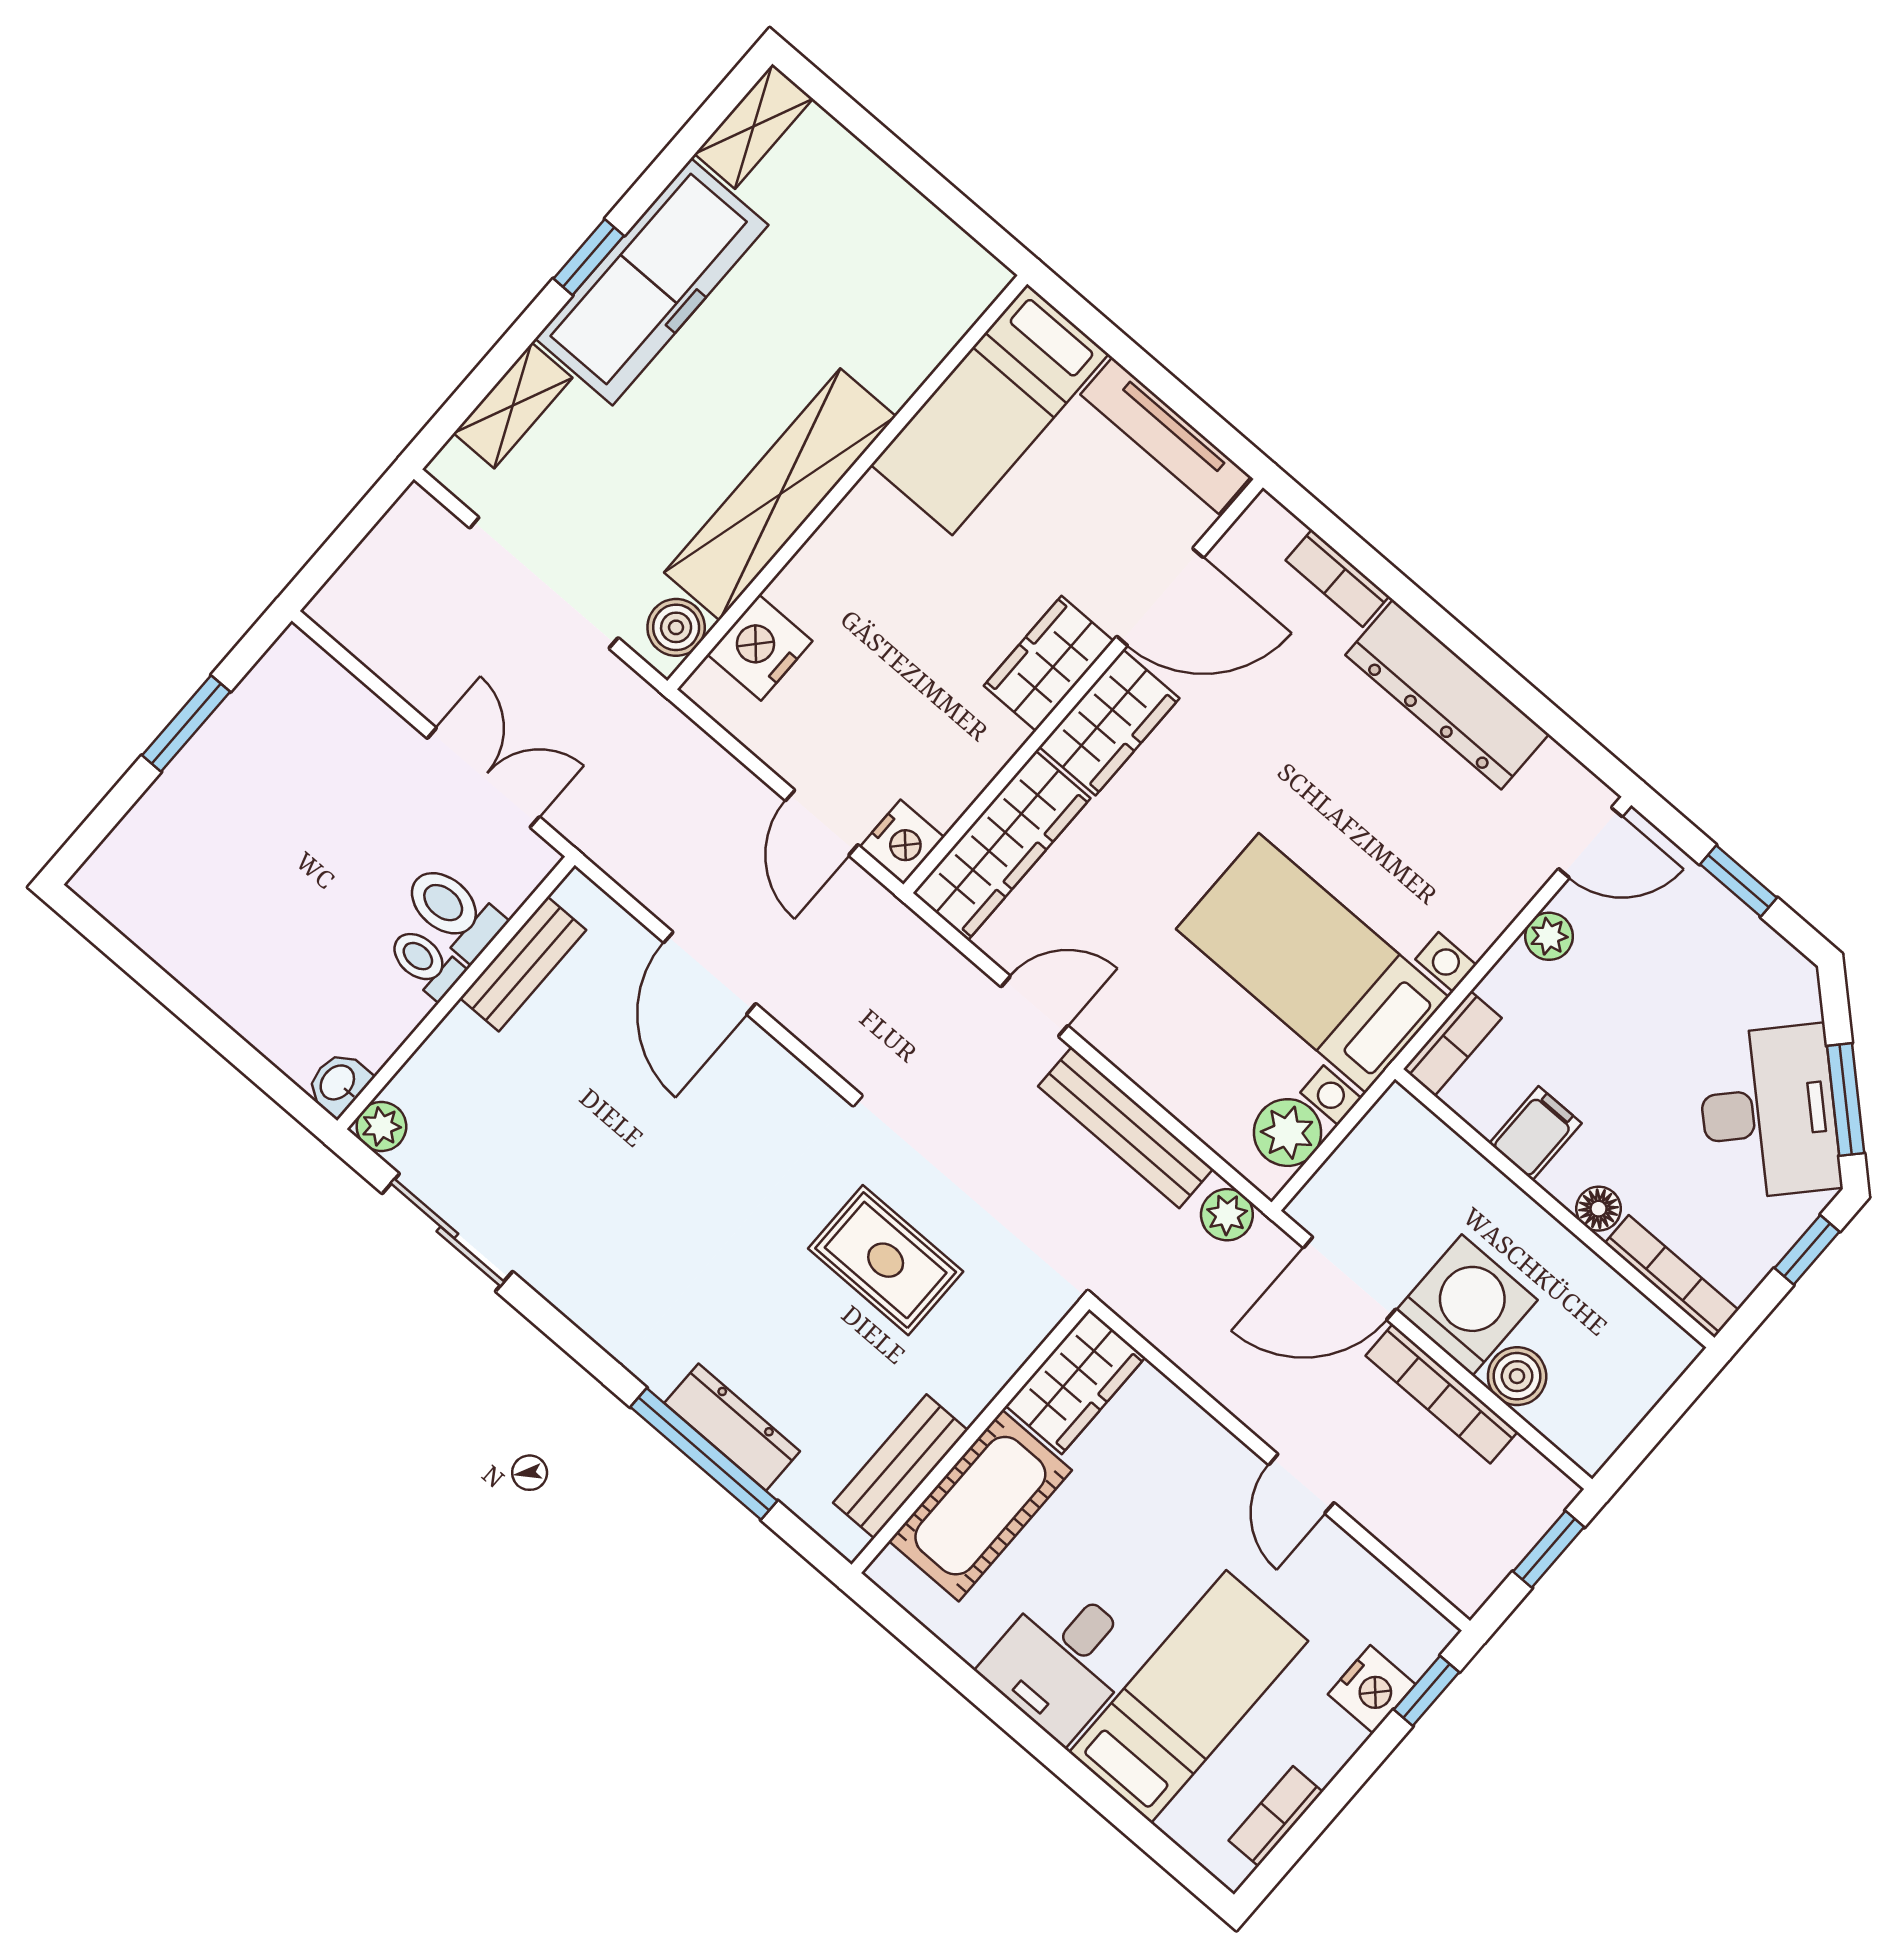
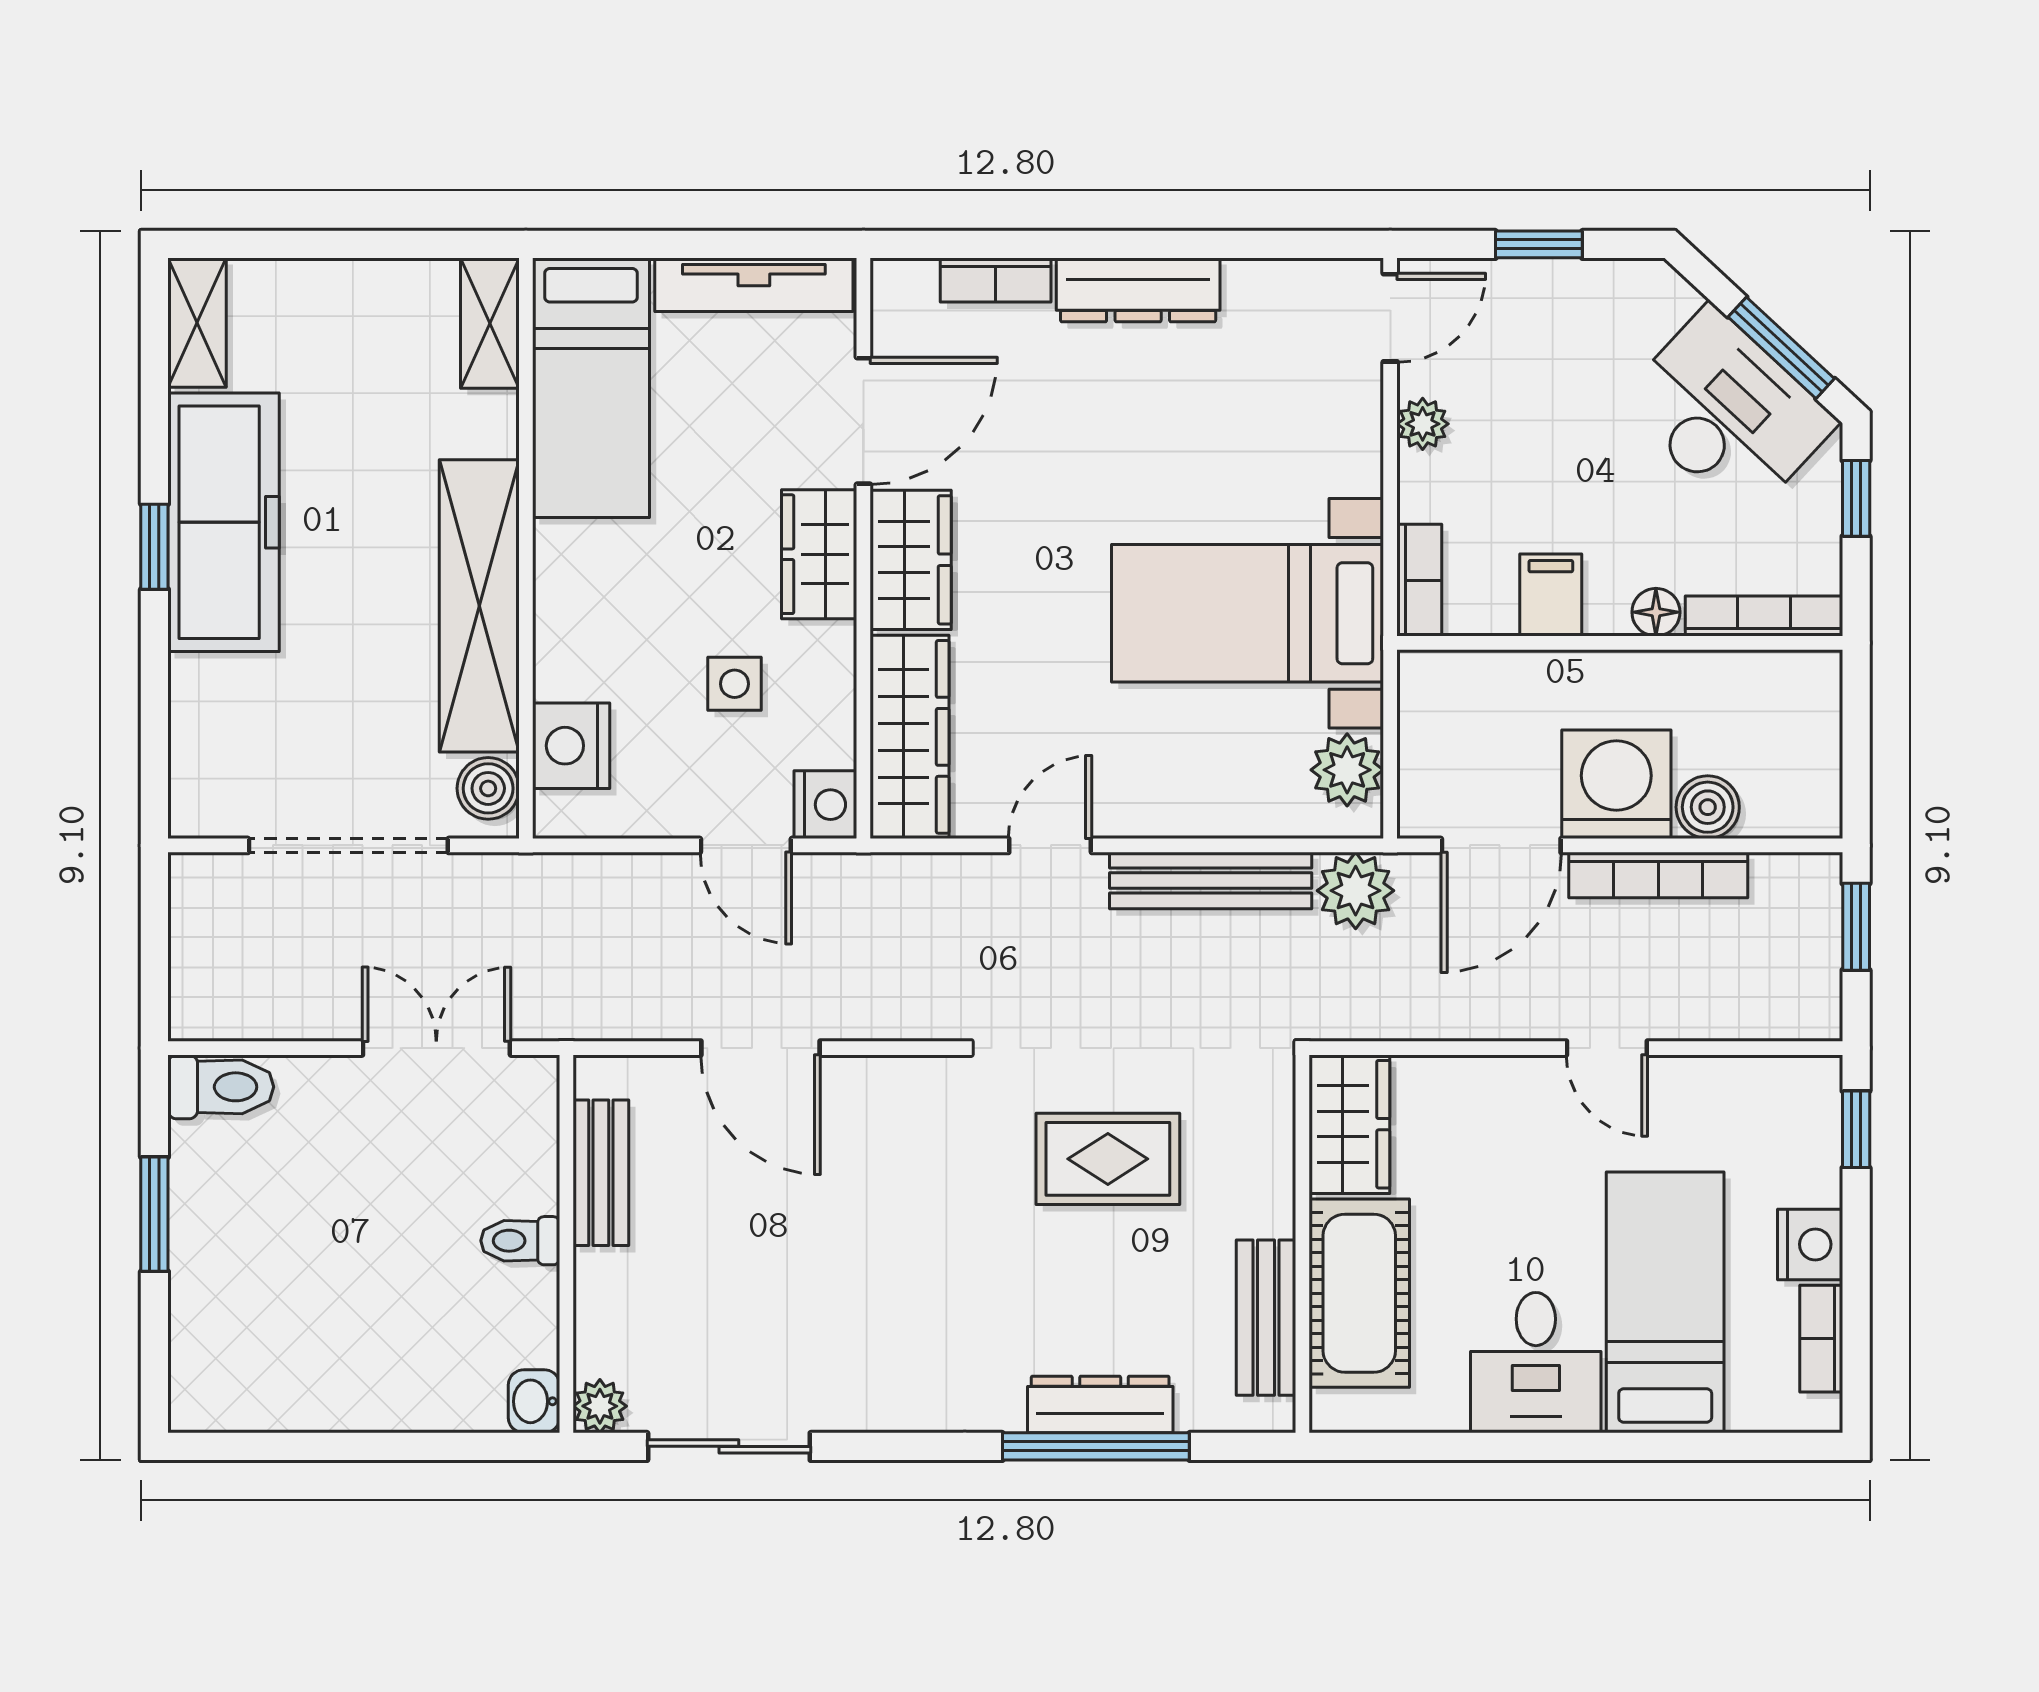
shelving: (513, 405) -> (490, 323), moved
dresser: (1447, 695) -> (1138, 290), width x0.73, depth x0.80
side table: (911, 703) -> (735, 684), added
toilet: (453, 912) -> (221, 1087), moved, turned 180
plant: (1227, 1215) -> (1356, 891), width x1.38, depth x1.38
nightstand: (1372, 1689) -> (1810, 1244), moved

